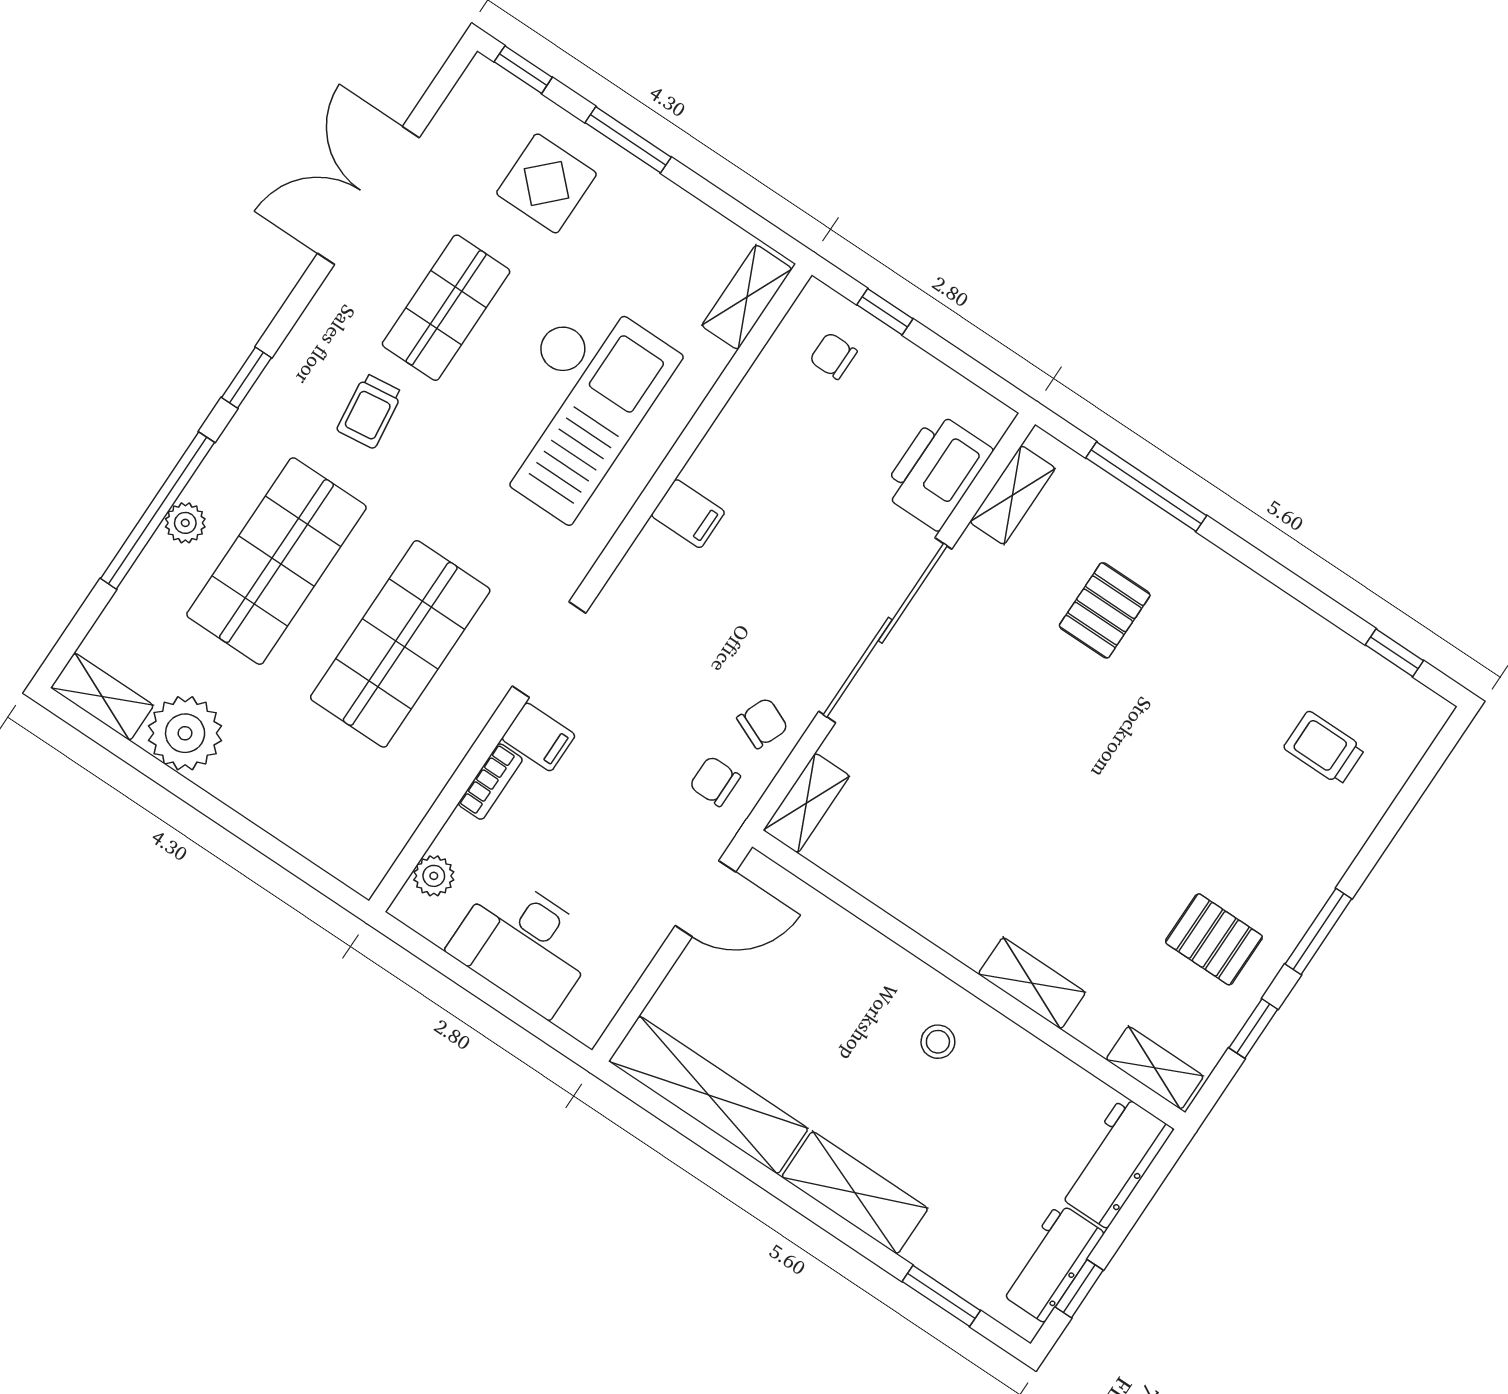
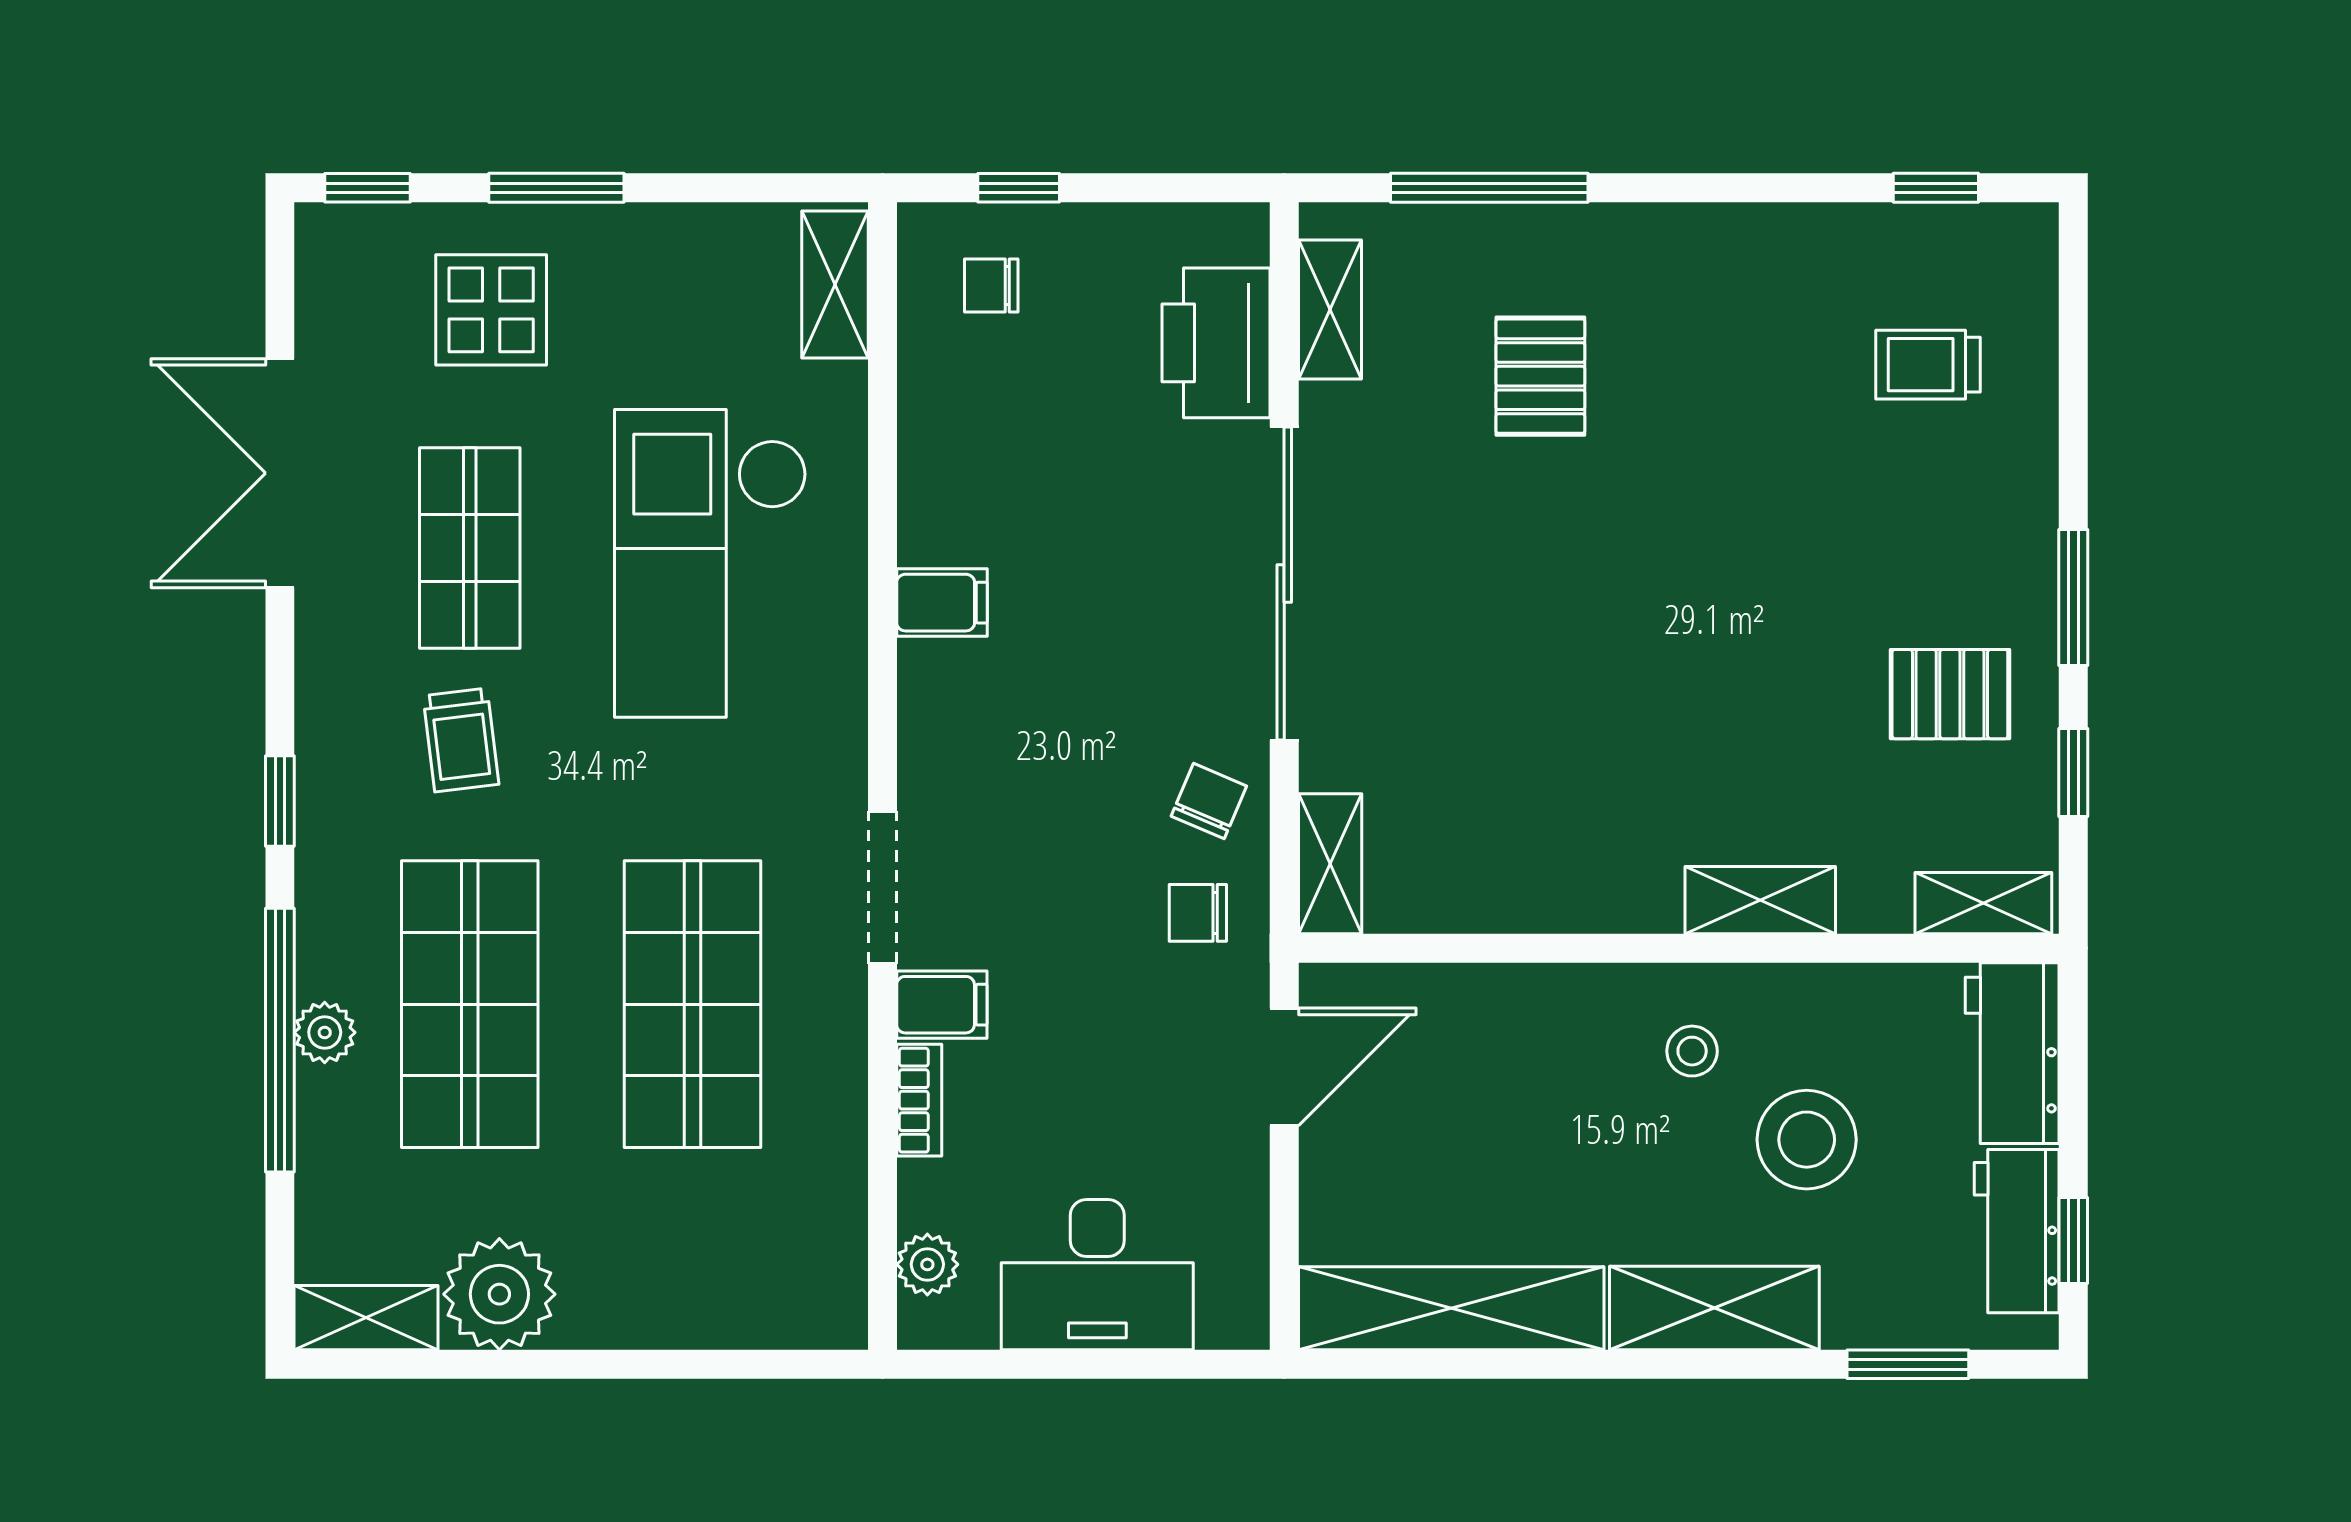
checkout: (574, 406) -> (711, 563), turned 180
stool: (969, 1133) -> (1807, 1140), added

